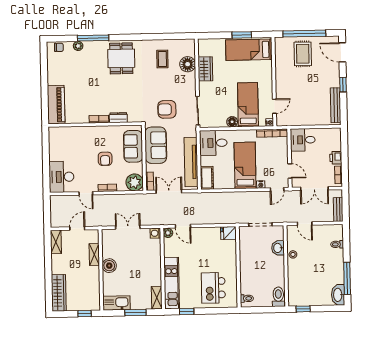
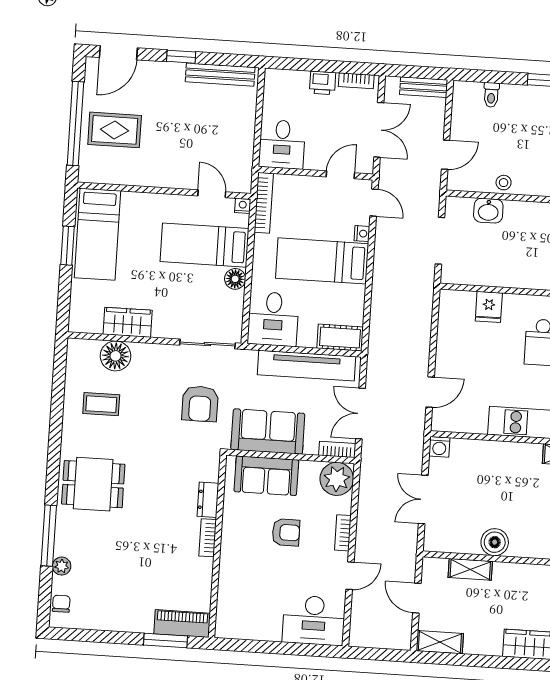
window: (45, 102) -> (166, 640), added
piano: (56, 105) -> (182, 624), width x0.73, depth x0.75
plant: (168, 233) -> (441, 422), removed
fridge: (228, 233) -> (489, 307), moved

